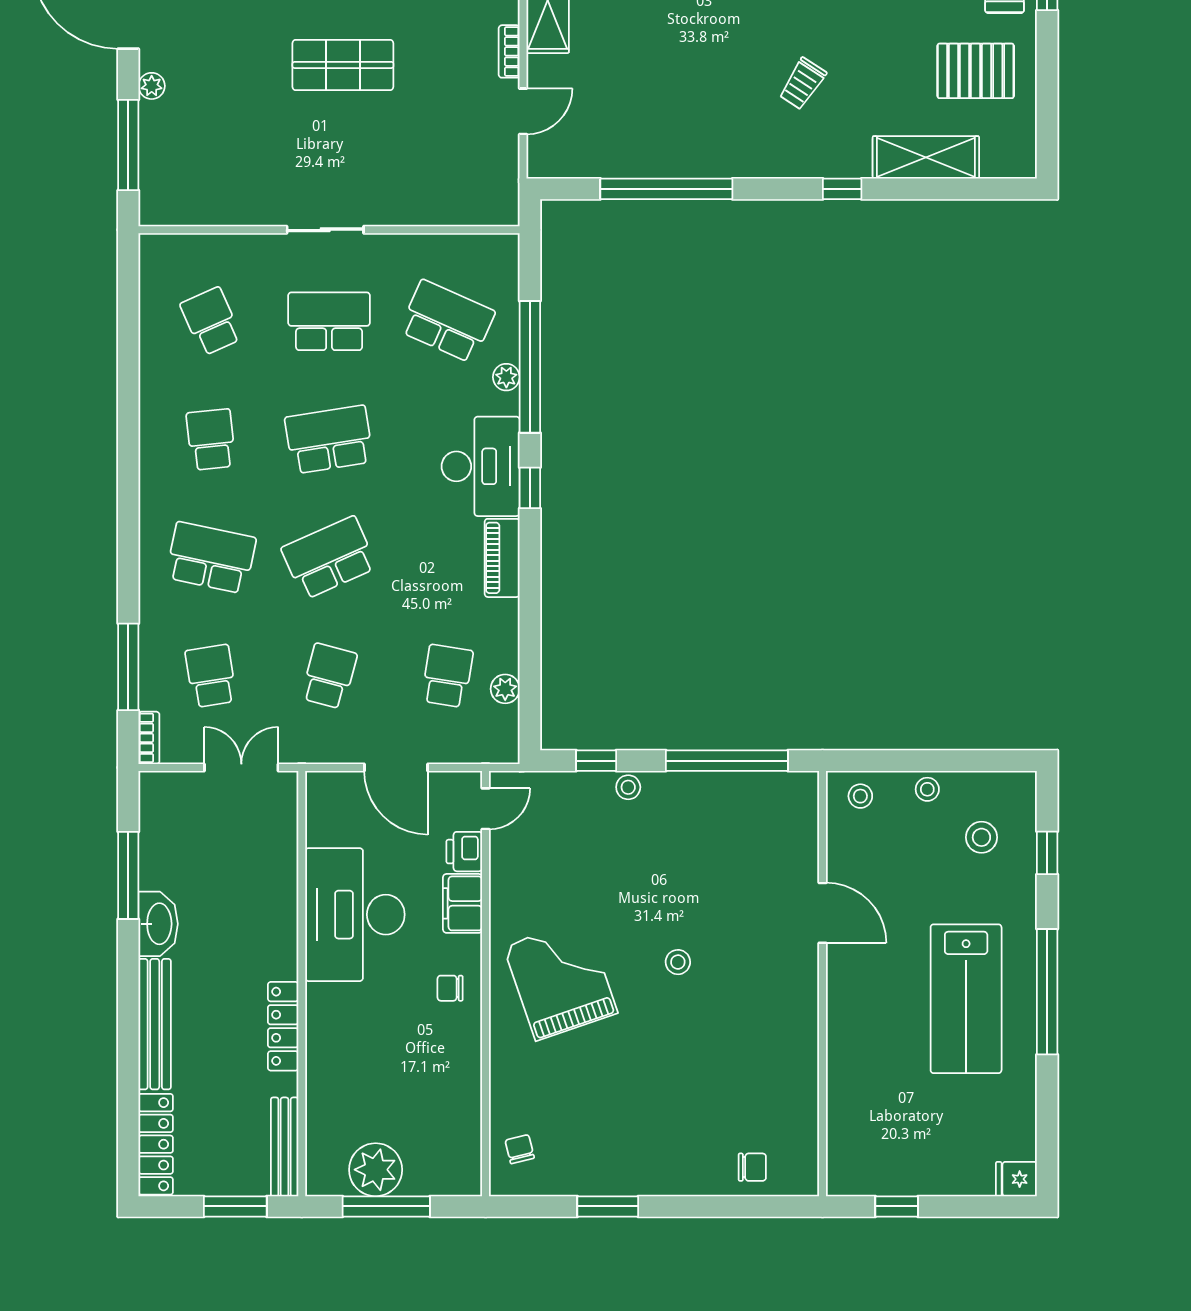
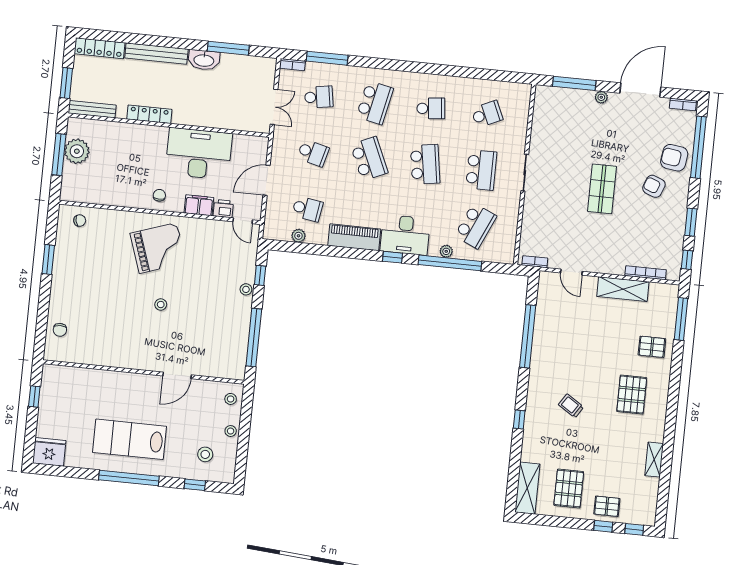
bookcase: (509, 51) -> (535, 262), moved
shelving: (926, 157) -> (527, 488), moved
piano: (502, 558) -> (354, 237), width x1.37, depth x1.33
fridge: (1016, 1179) -> (49, 452), width x1.88, depth x1.34

